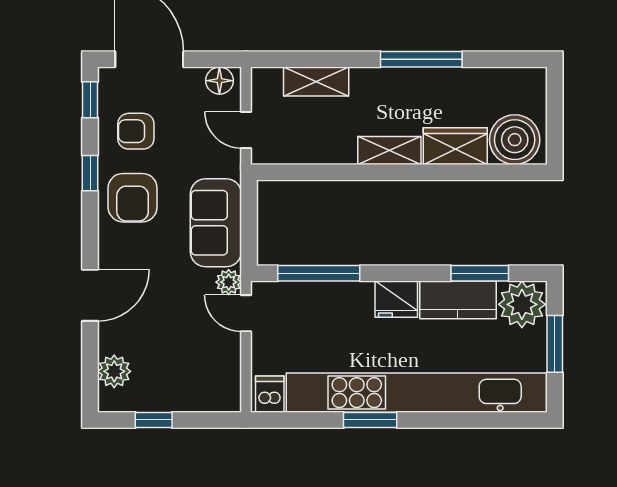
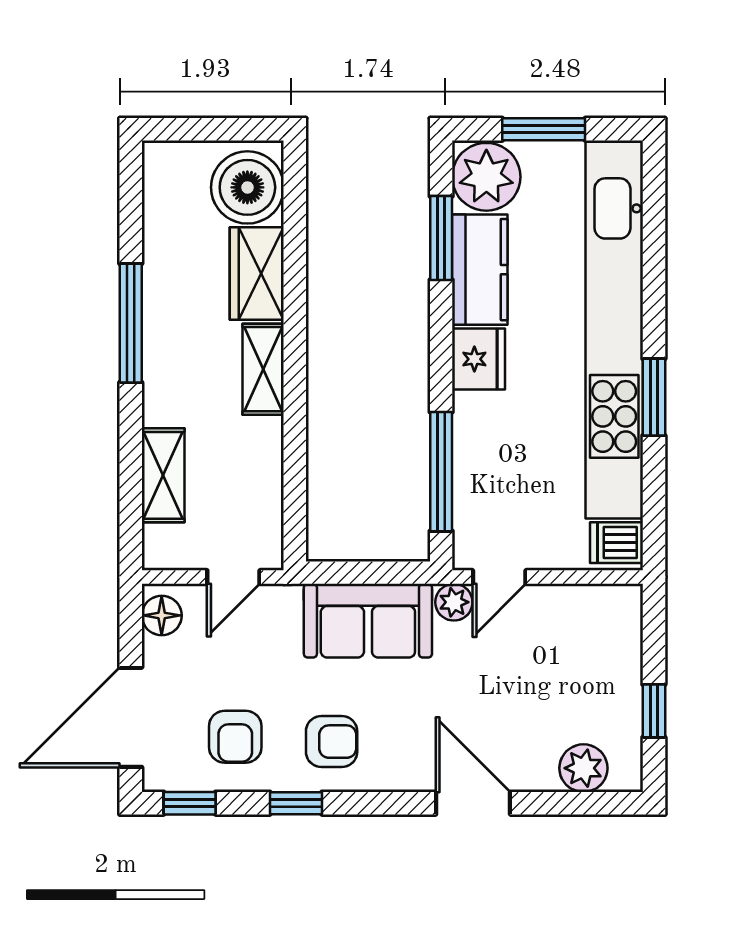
armchair: (133, 198) -> (332, 742), width x0.72, depth x0.72

